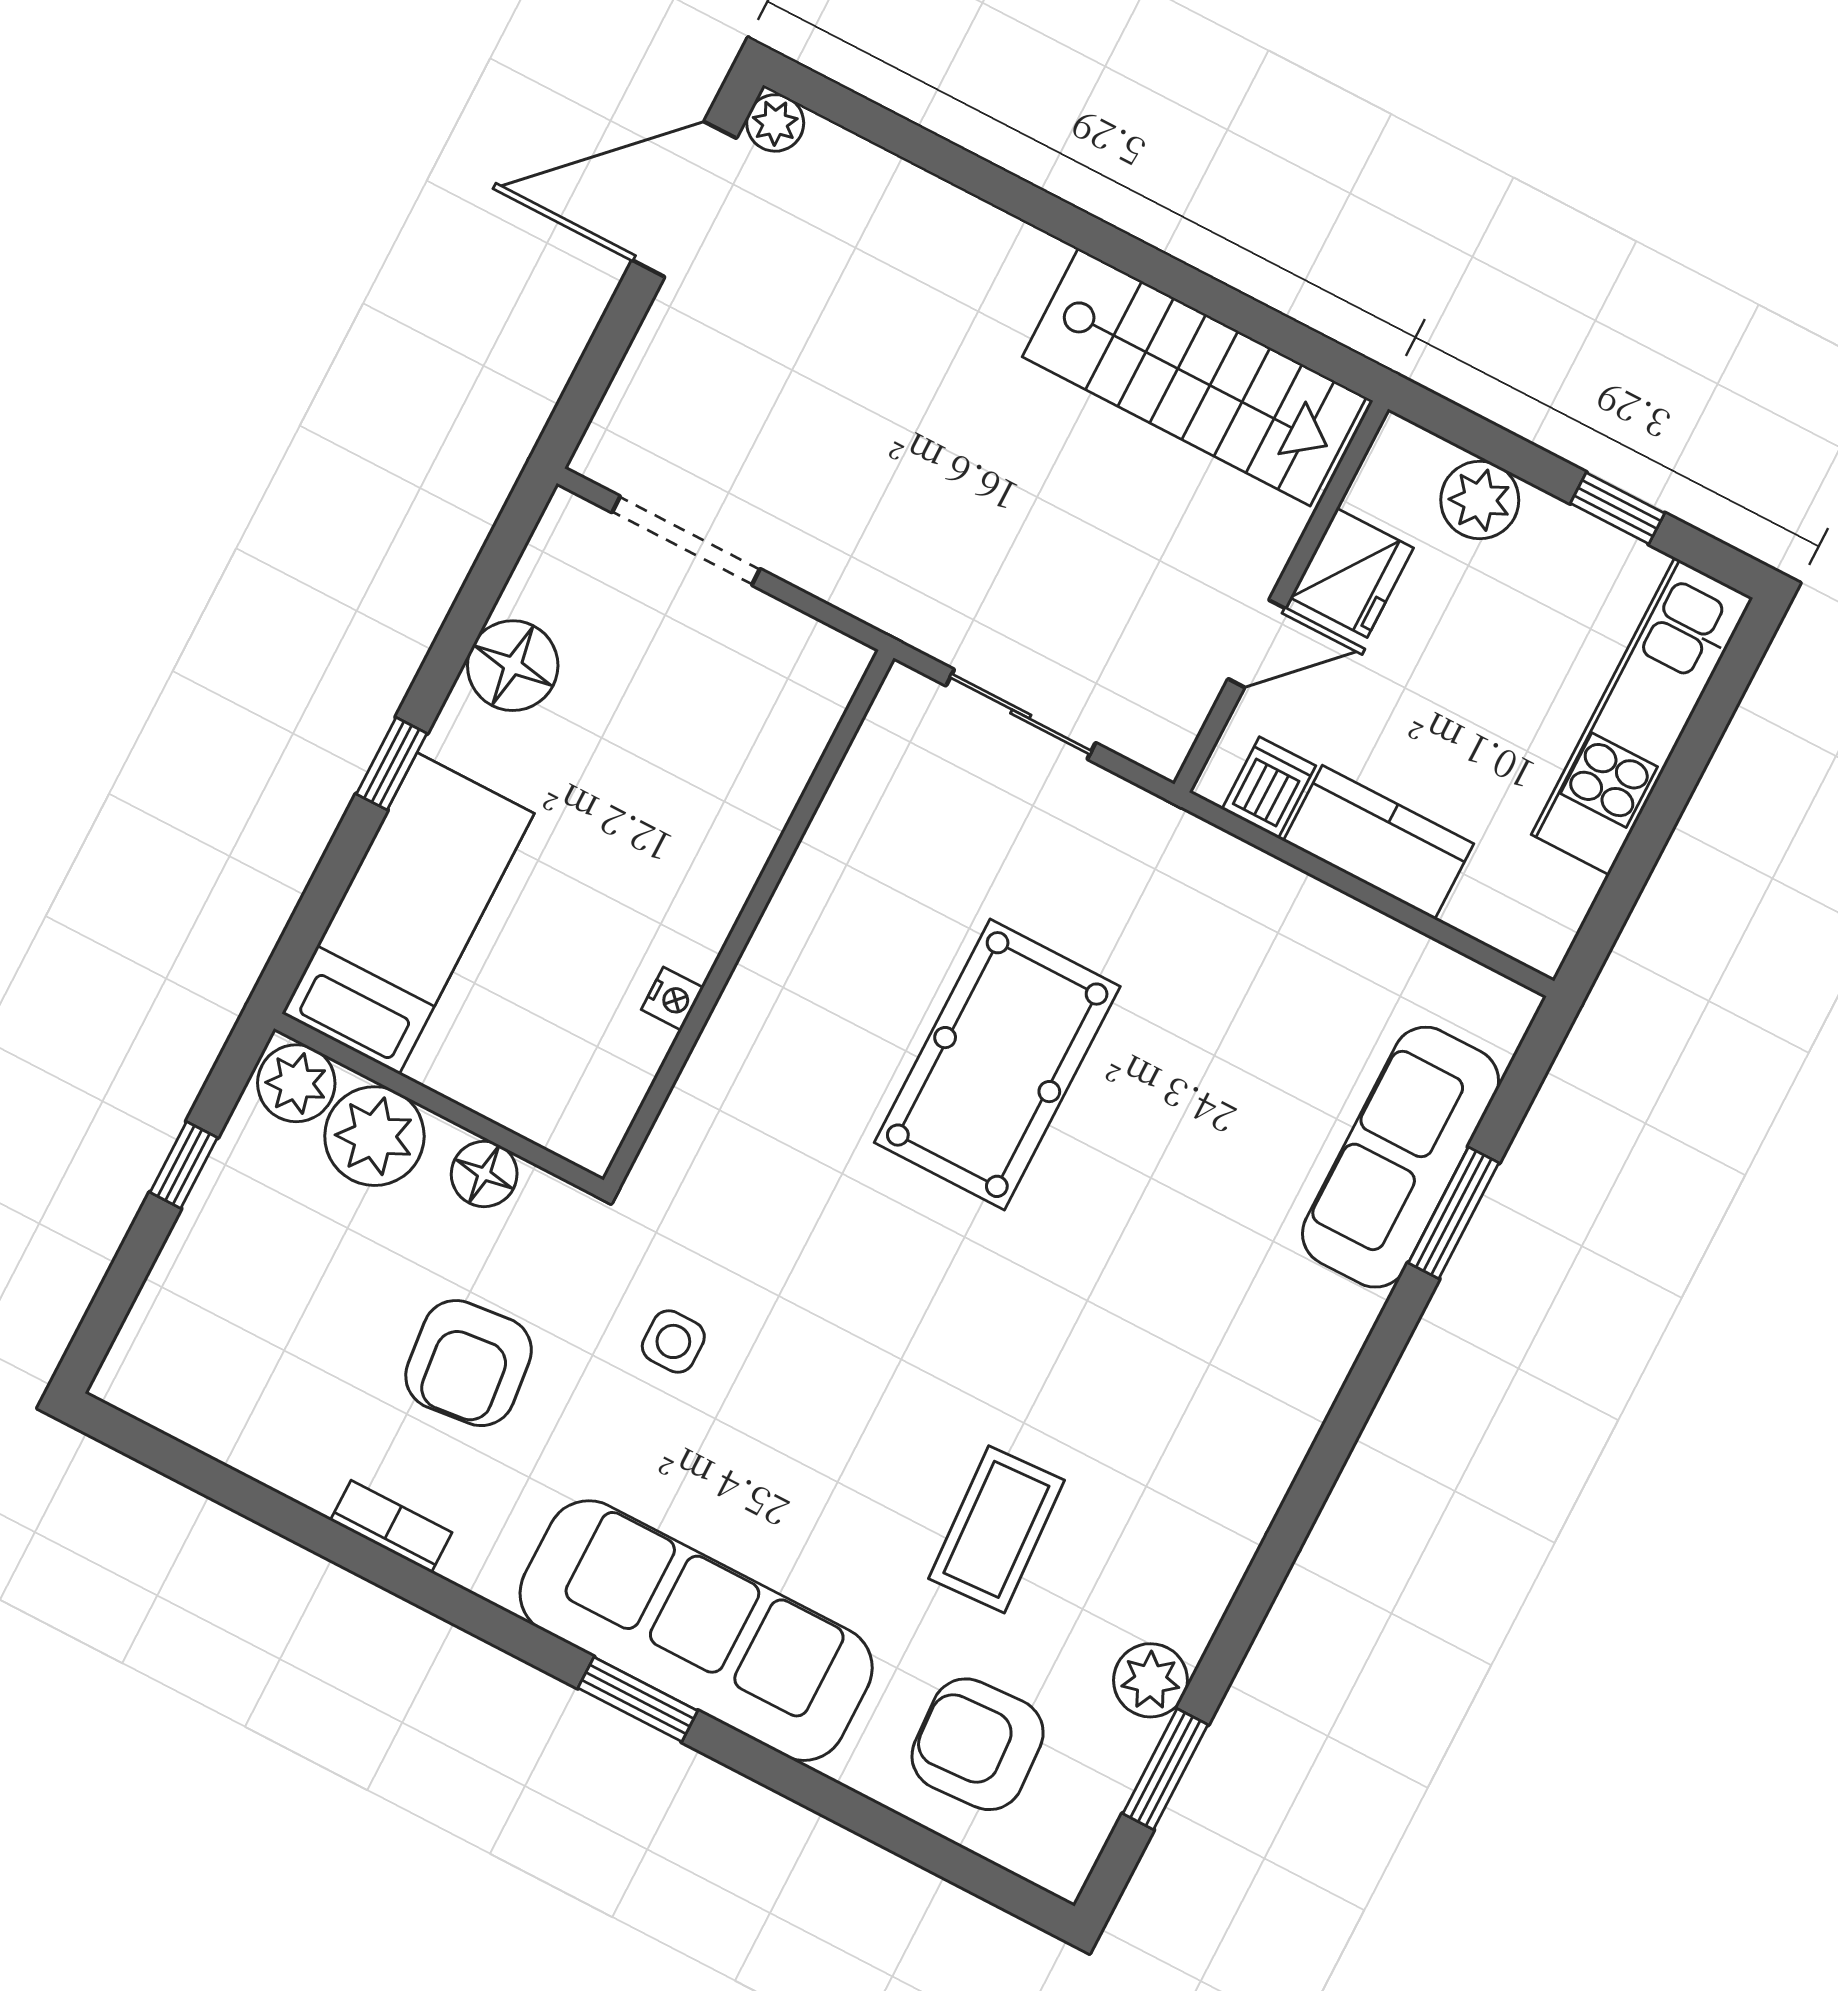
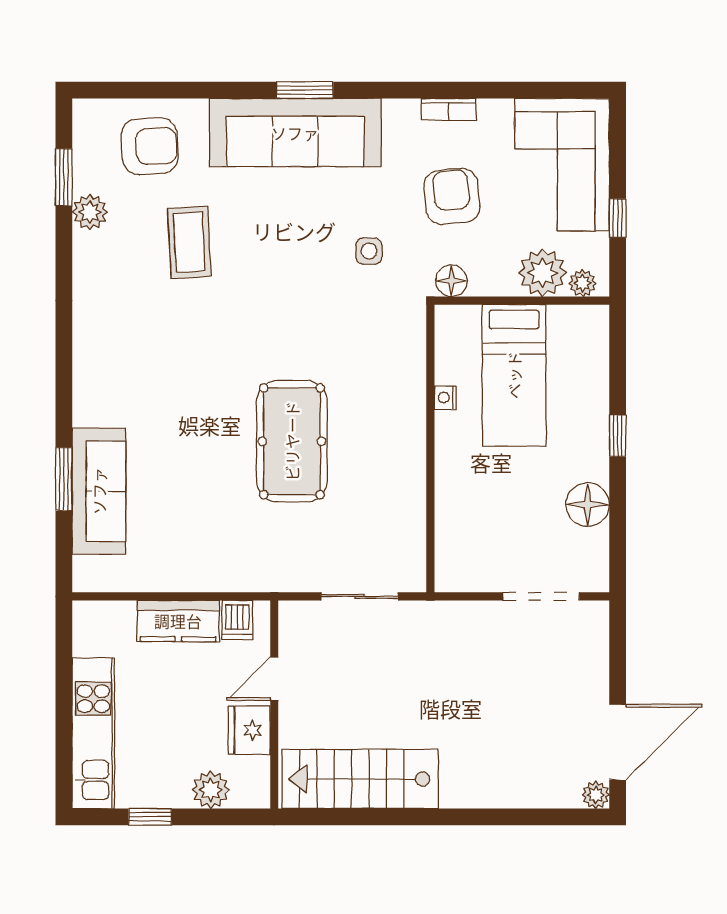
bed: (408, 913) -> (514, 375), moved
plant: (296, 1083) -> (582, 283), width x0.73, depth x0.73
floor lamp: (484, 1174) -> (452, 281), moved
corner sofa: (235, 1316) -> (562, 165), added

